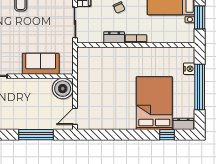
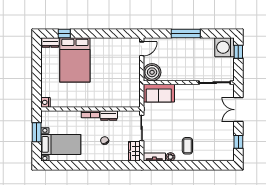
sofa: (41, 64) -> (159, 93), moved
nightstand: (189, 69) -> (46, 102), moved
window: (200, 87) -> (37, 74), removed
window: (36, 135) -> (186, 34), moved

